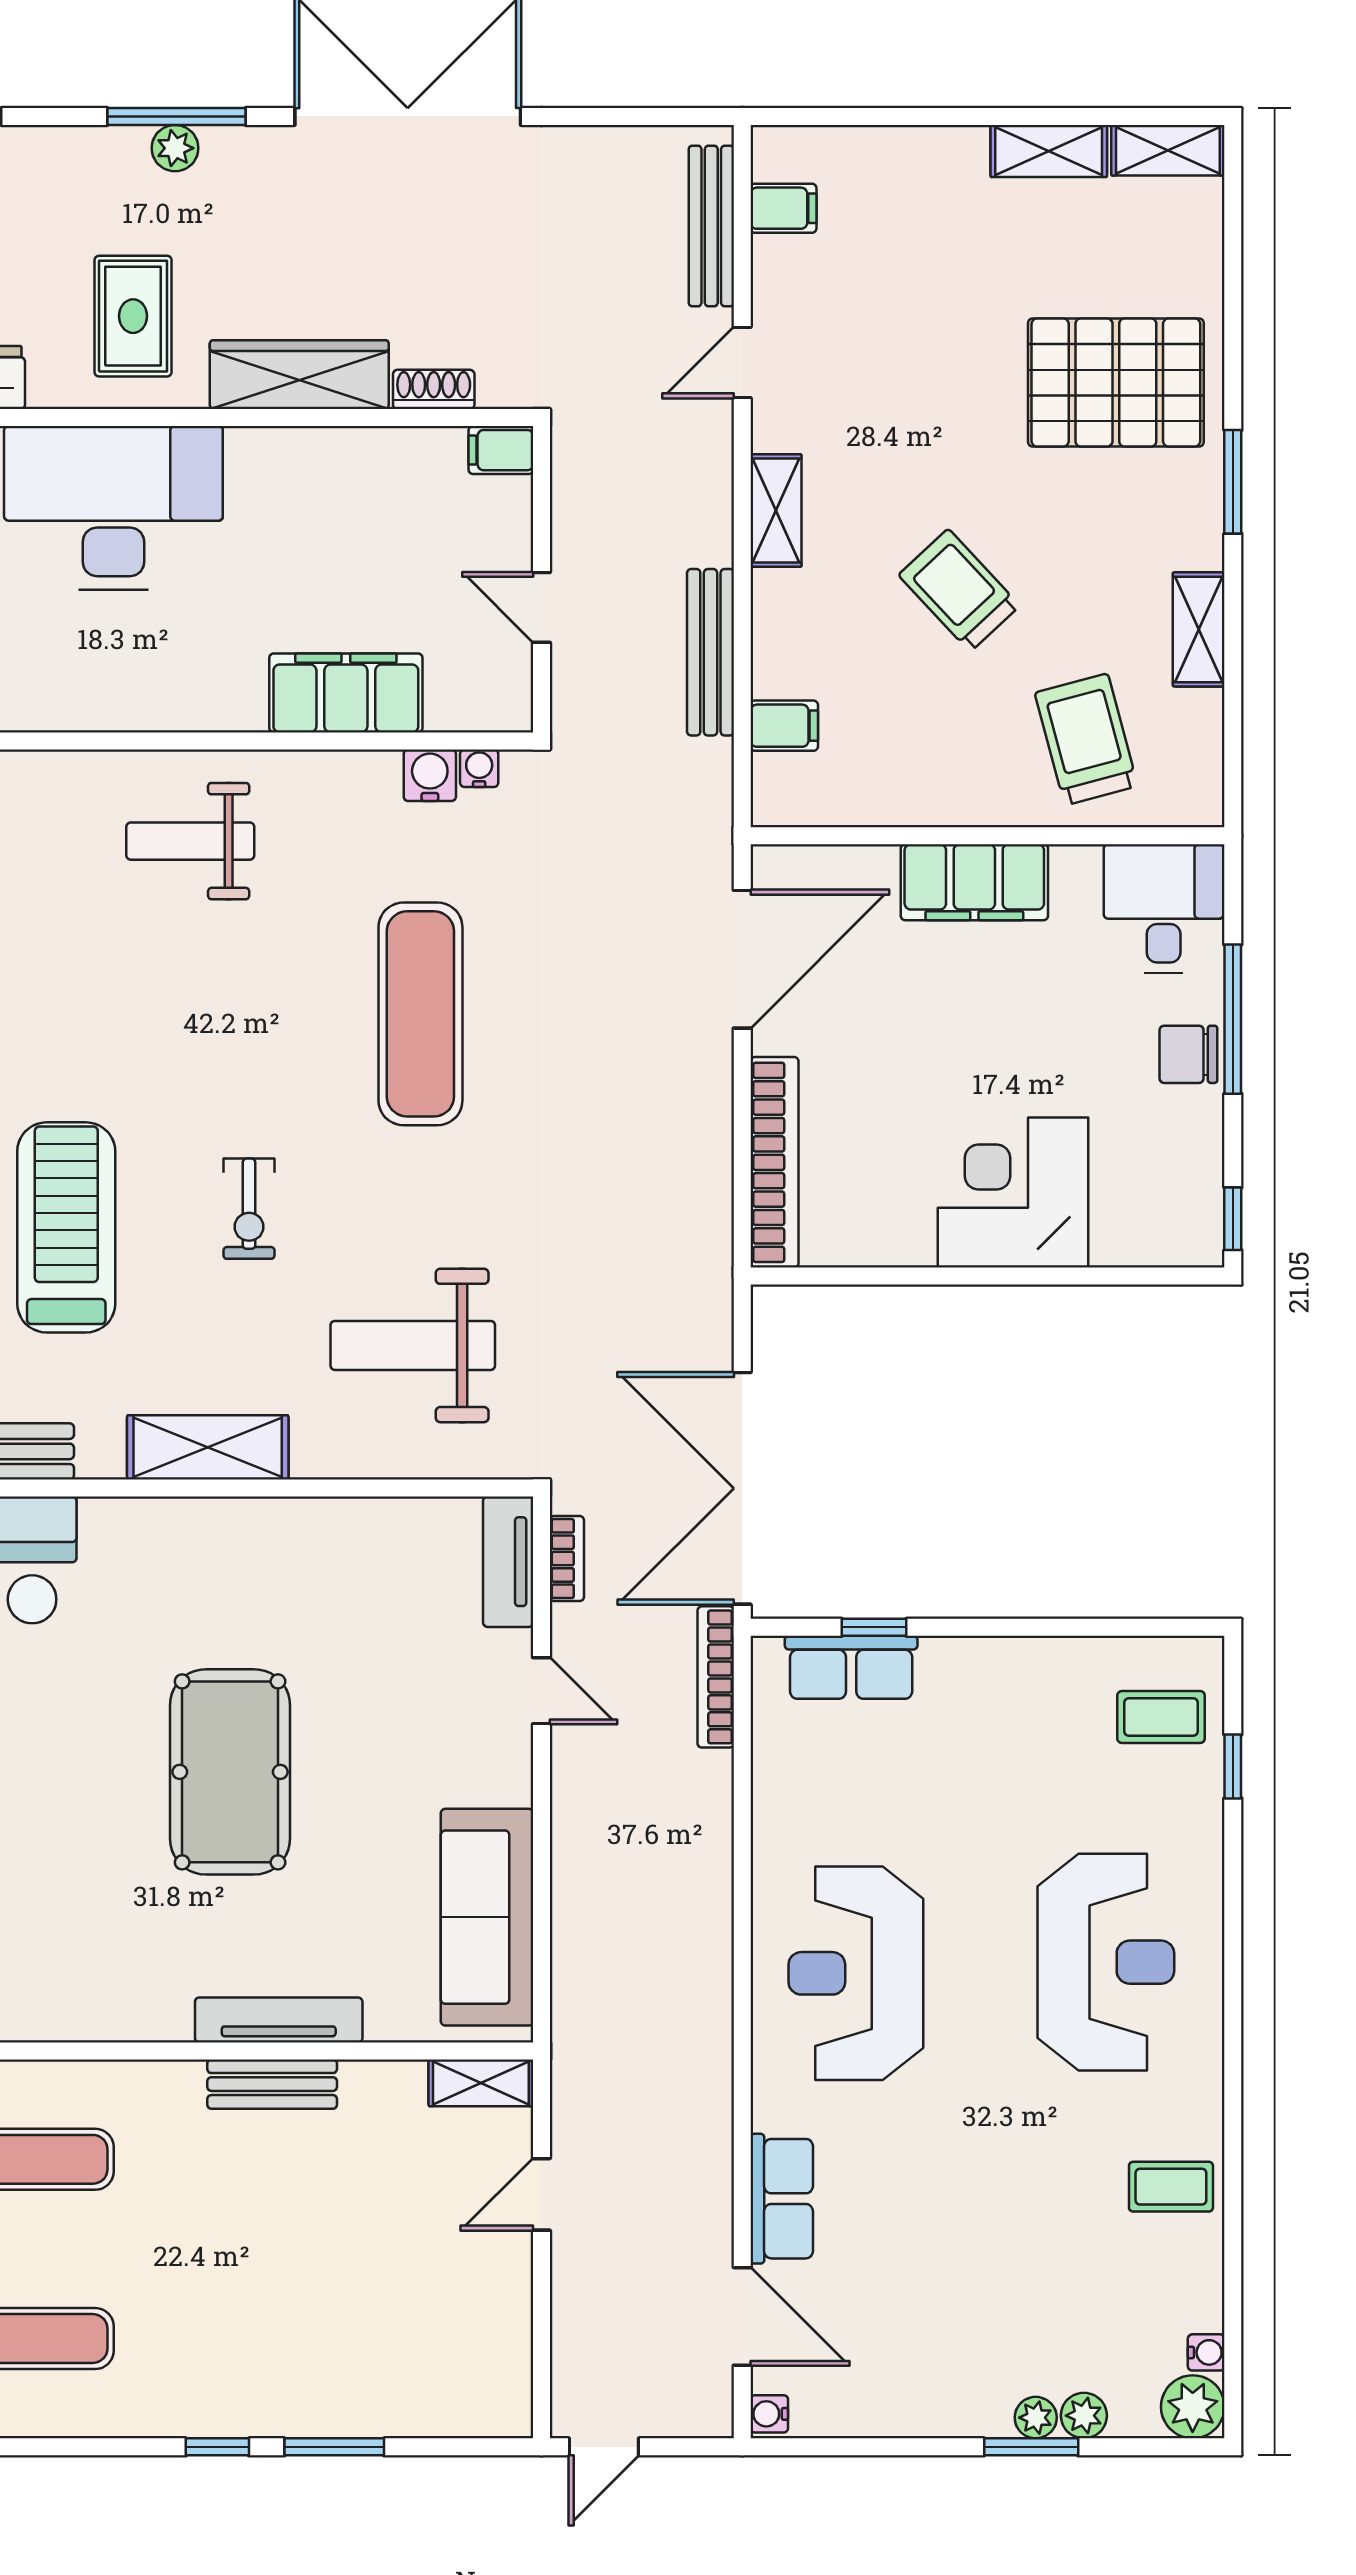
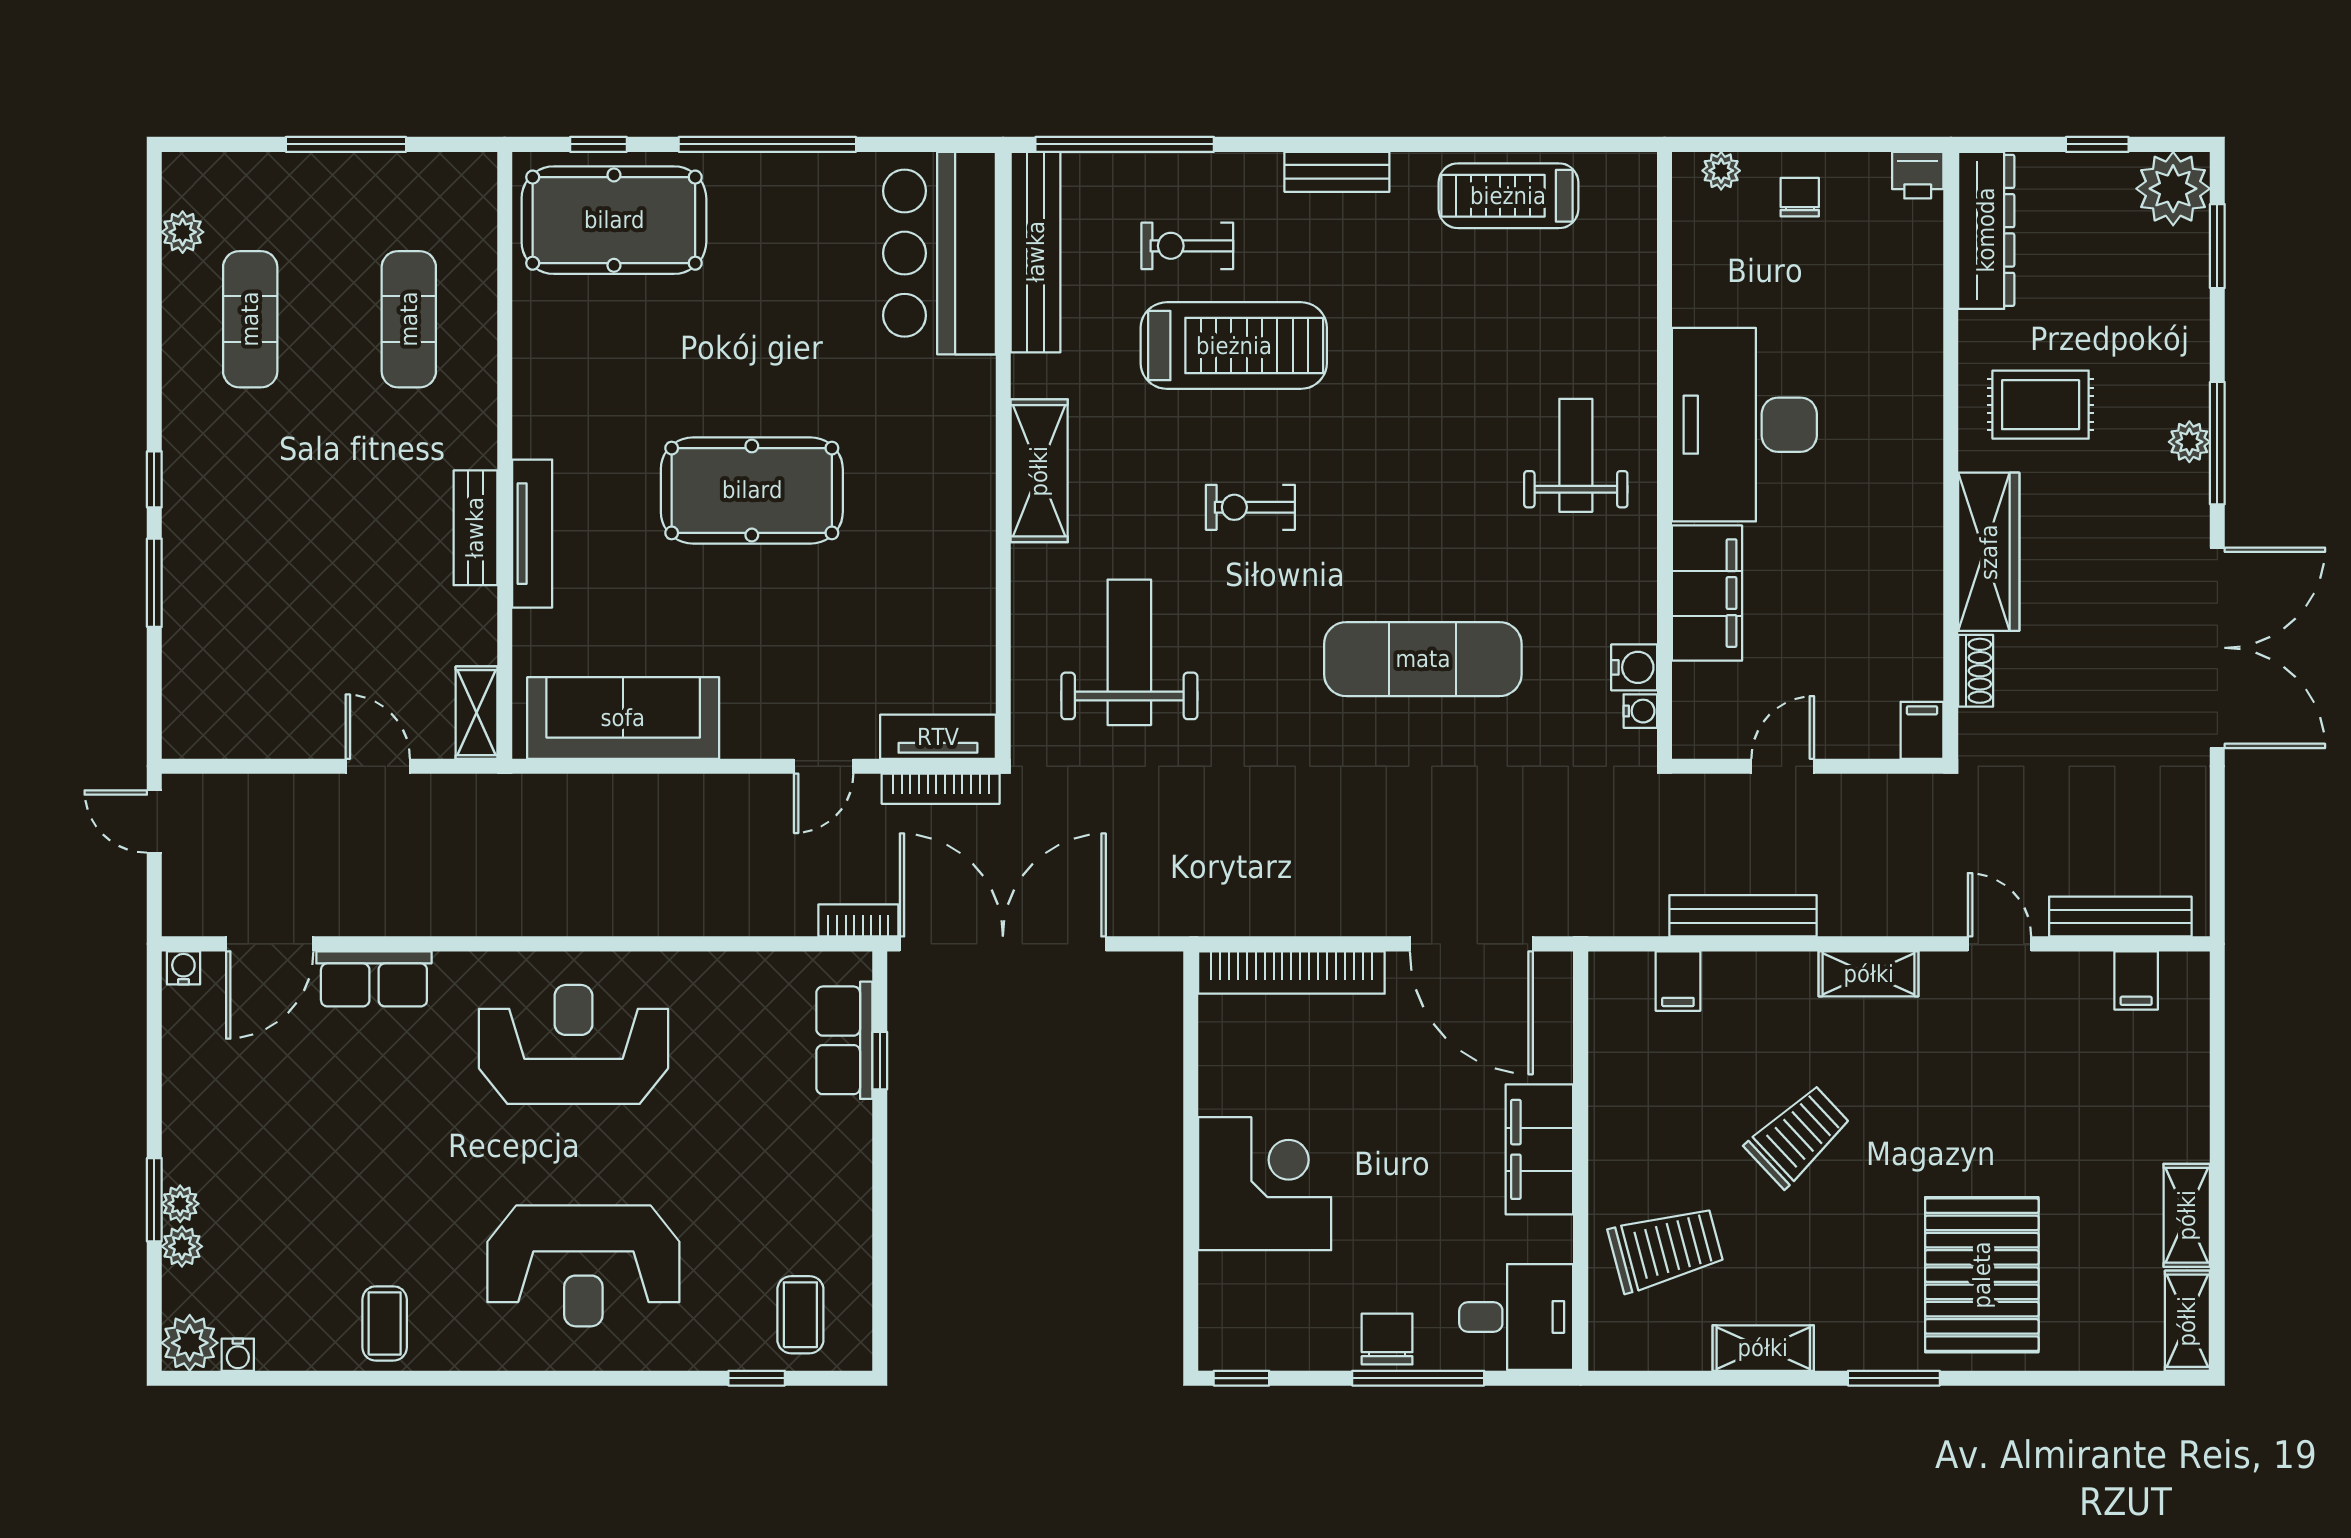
desk: (113, 508) -> (1744, 425), moved, turned 180
bookcase: (567, 1559) -> (941, 789), width x1.56
bookcase: (716, 1677) -> (858, 920), width x0.64

